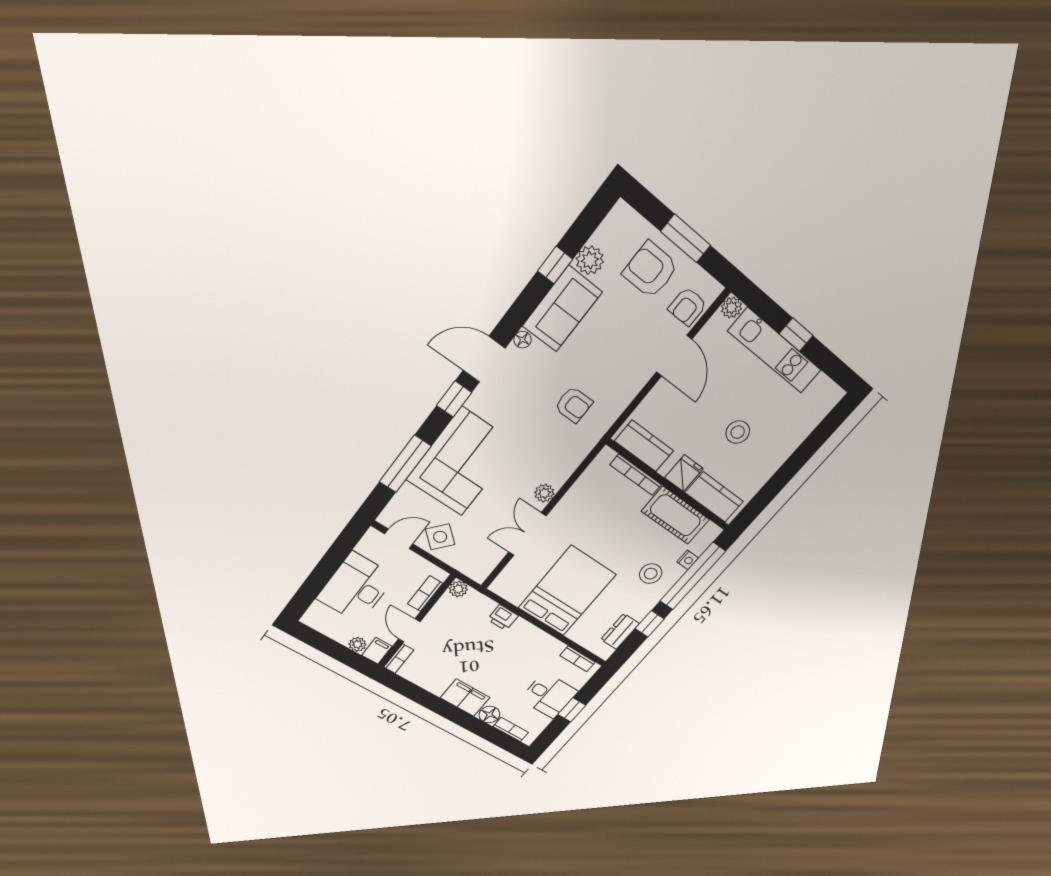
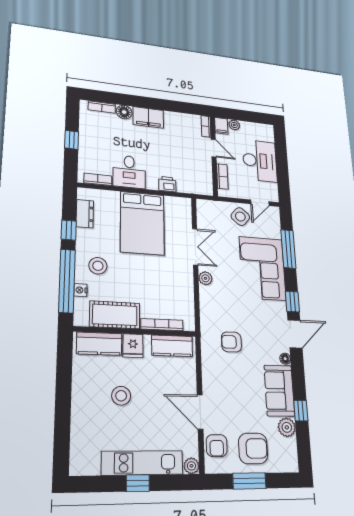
armchair: (688, 307) -> (217, 446), turned 180
plant: (458, 589) -> (207, 189), removed
desk: (549, 695) -> (129, 172), moved, turned -90

